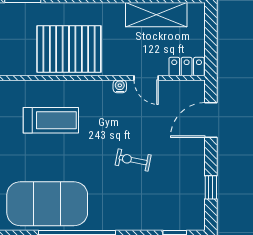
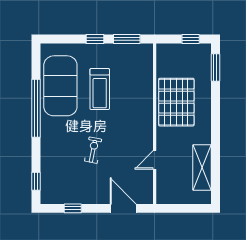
locker: (187, 67) -> (163, 190), removed
water cooler: (120, 86) -> (148, 140), removed
treadmill: (51, 120) -> (100, 89), moved

